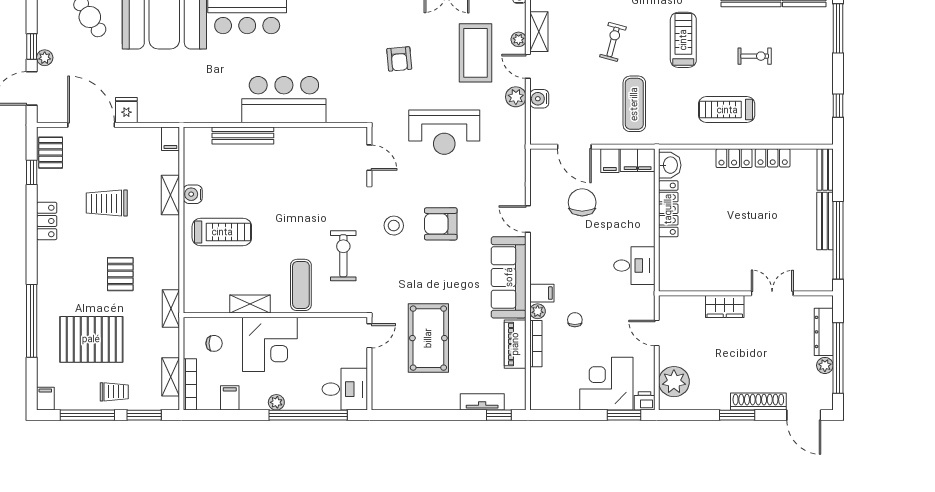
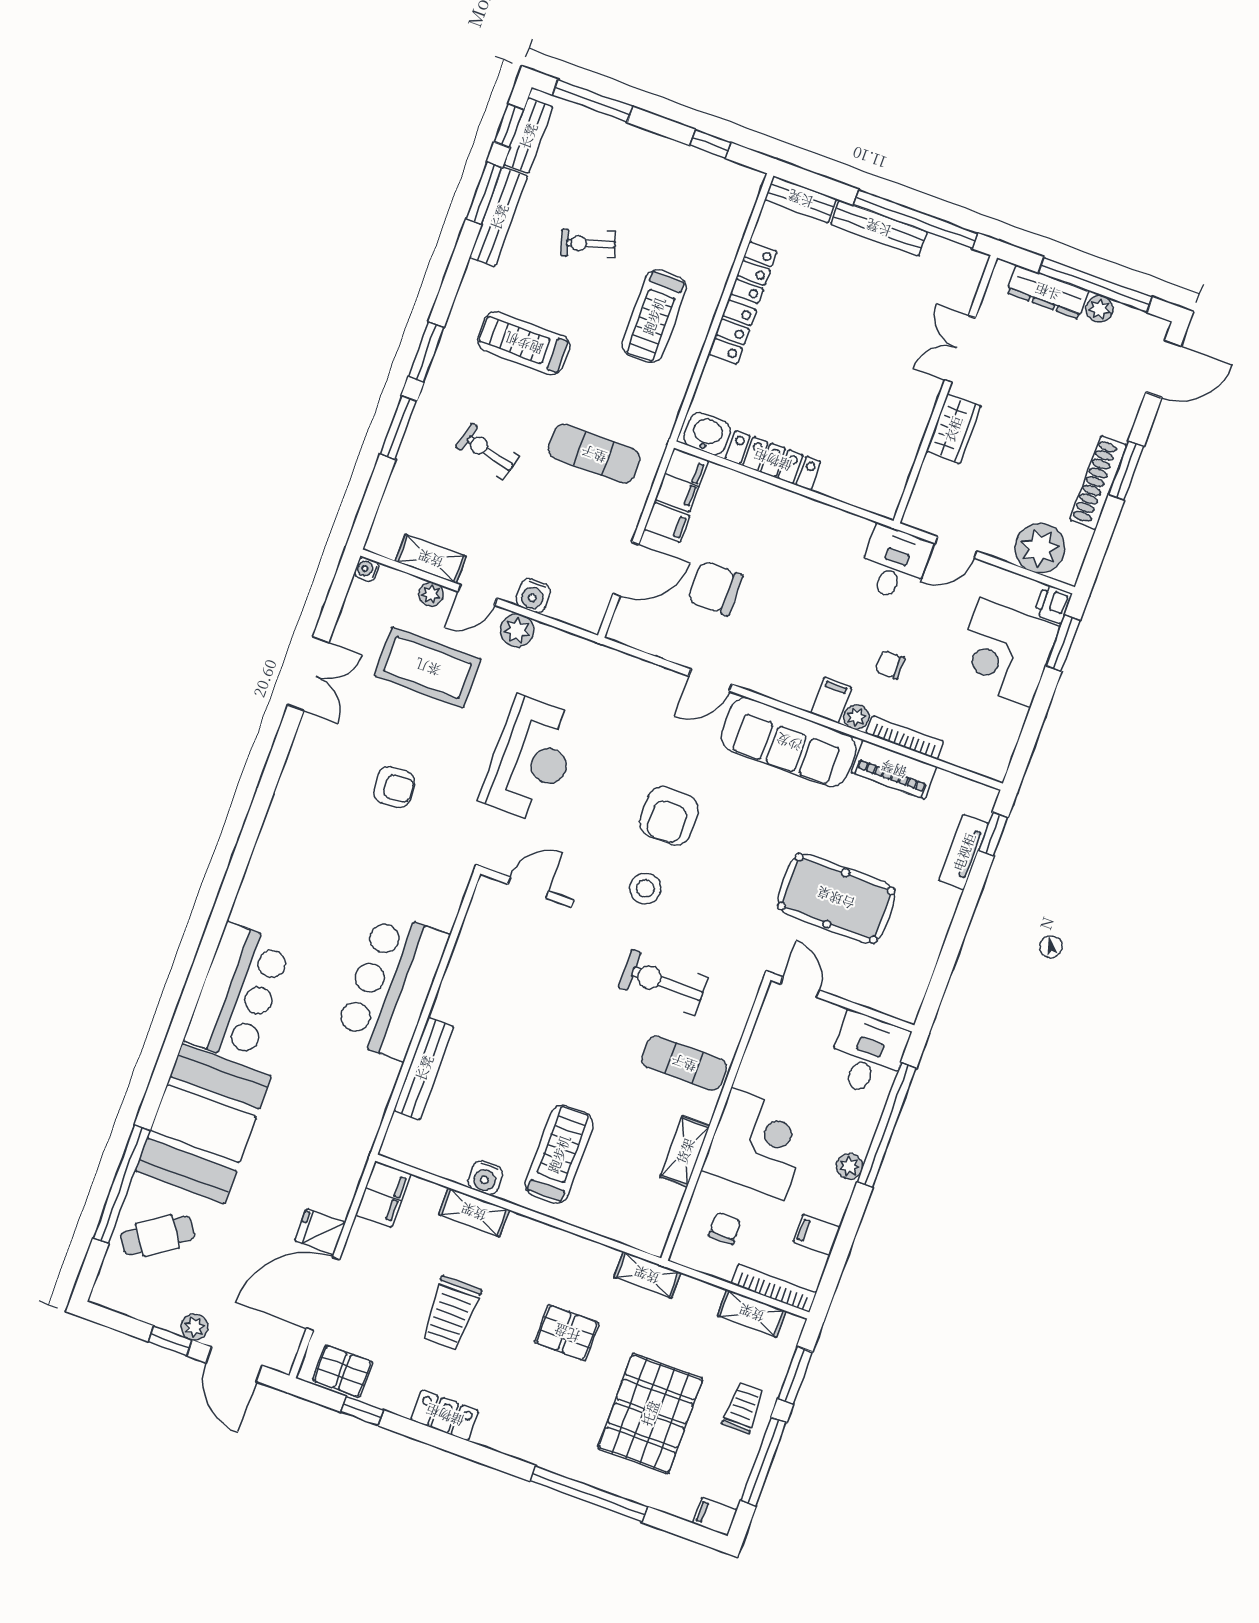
exercise bike: (755, 56) -> (588, 243), turned -108
filing cabinet: (170, 139) -> (383, 1194), width x2.00
desk: (634, 266) -> (895, 564), moved
shoe rack: (758, 402) -> (1098, 483), moved

